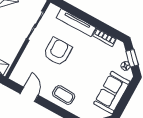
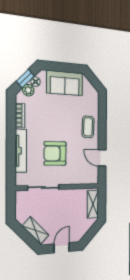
plant: (122, 56) -> (28, 90), added
door: (29, 94) -> (102, 158), hinge flipped

